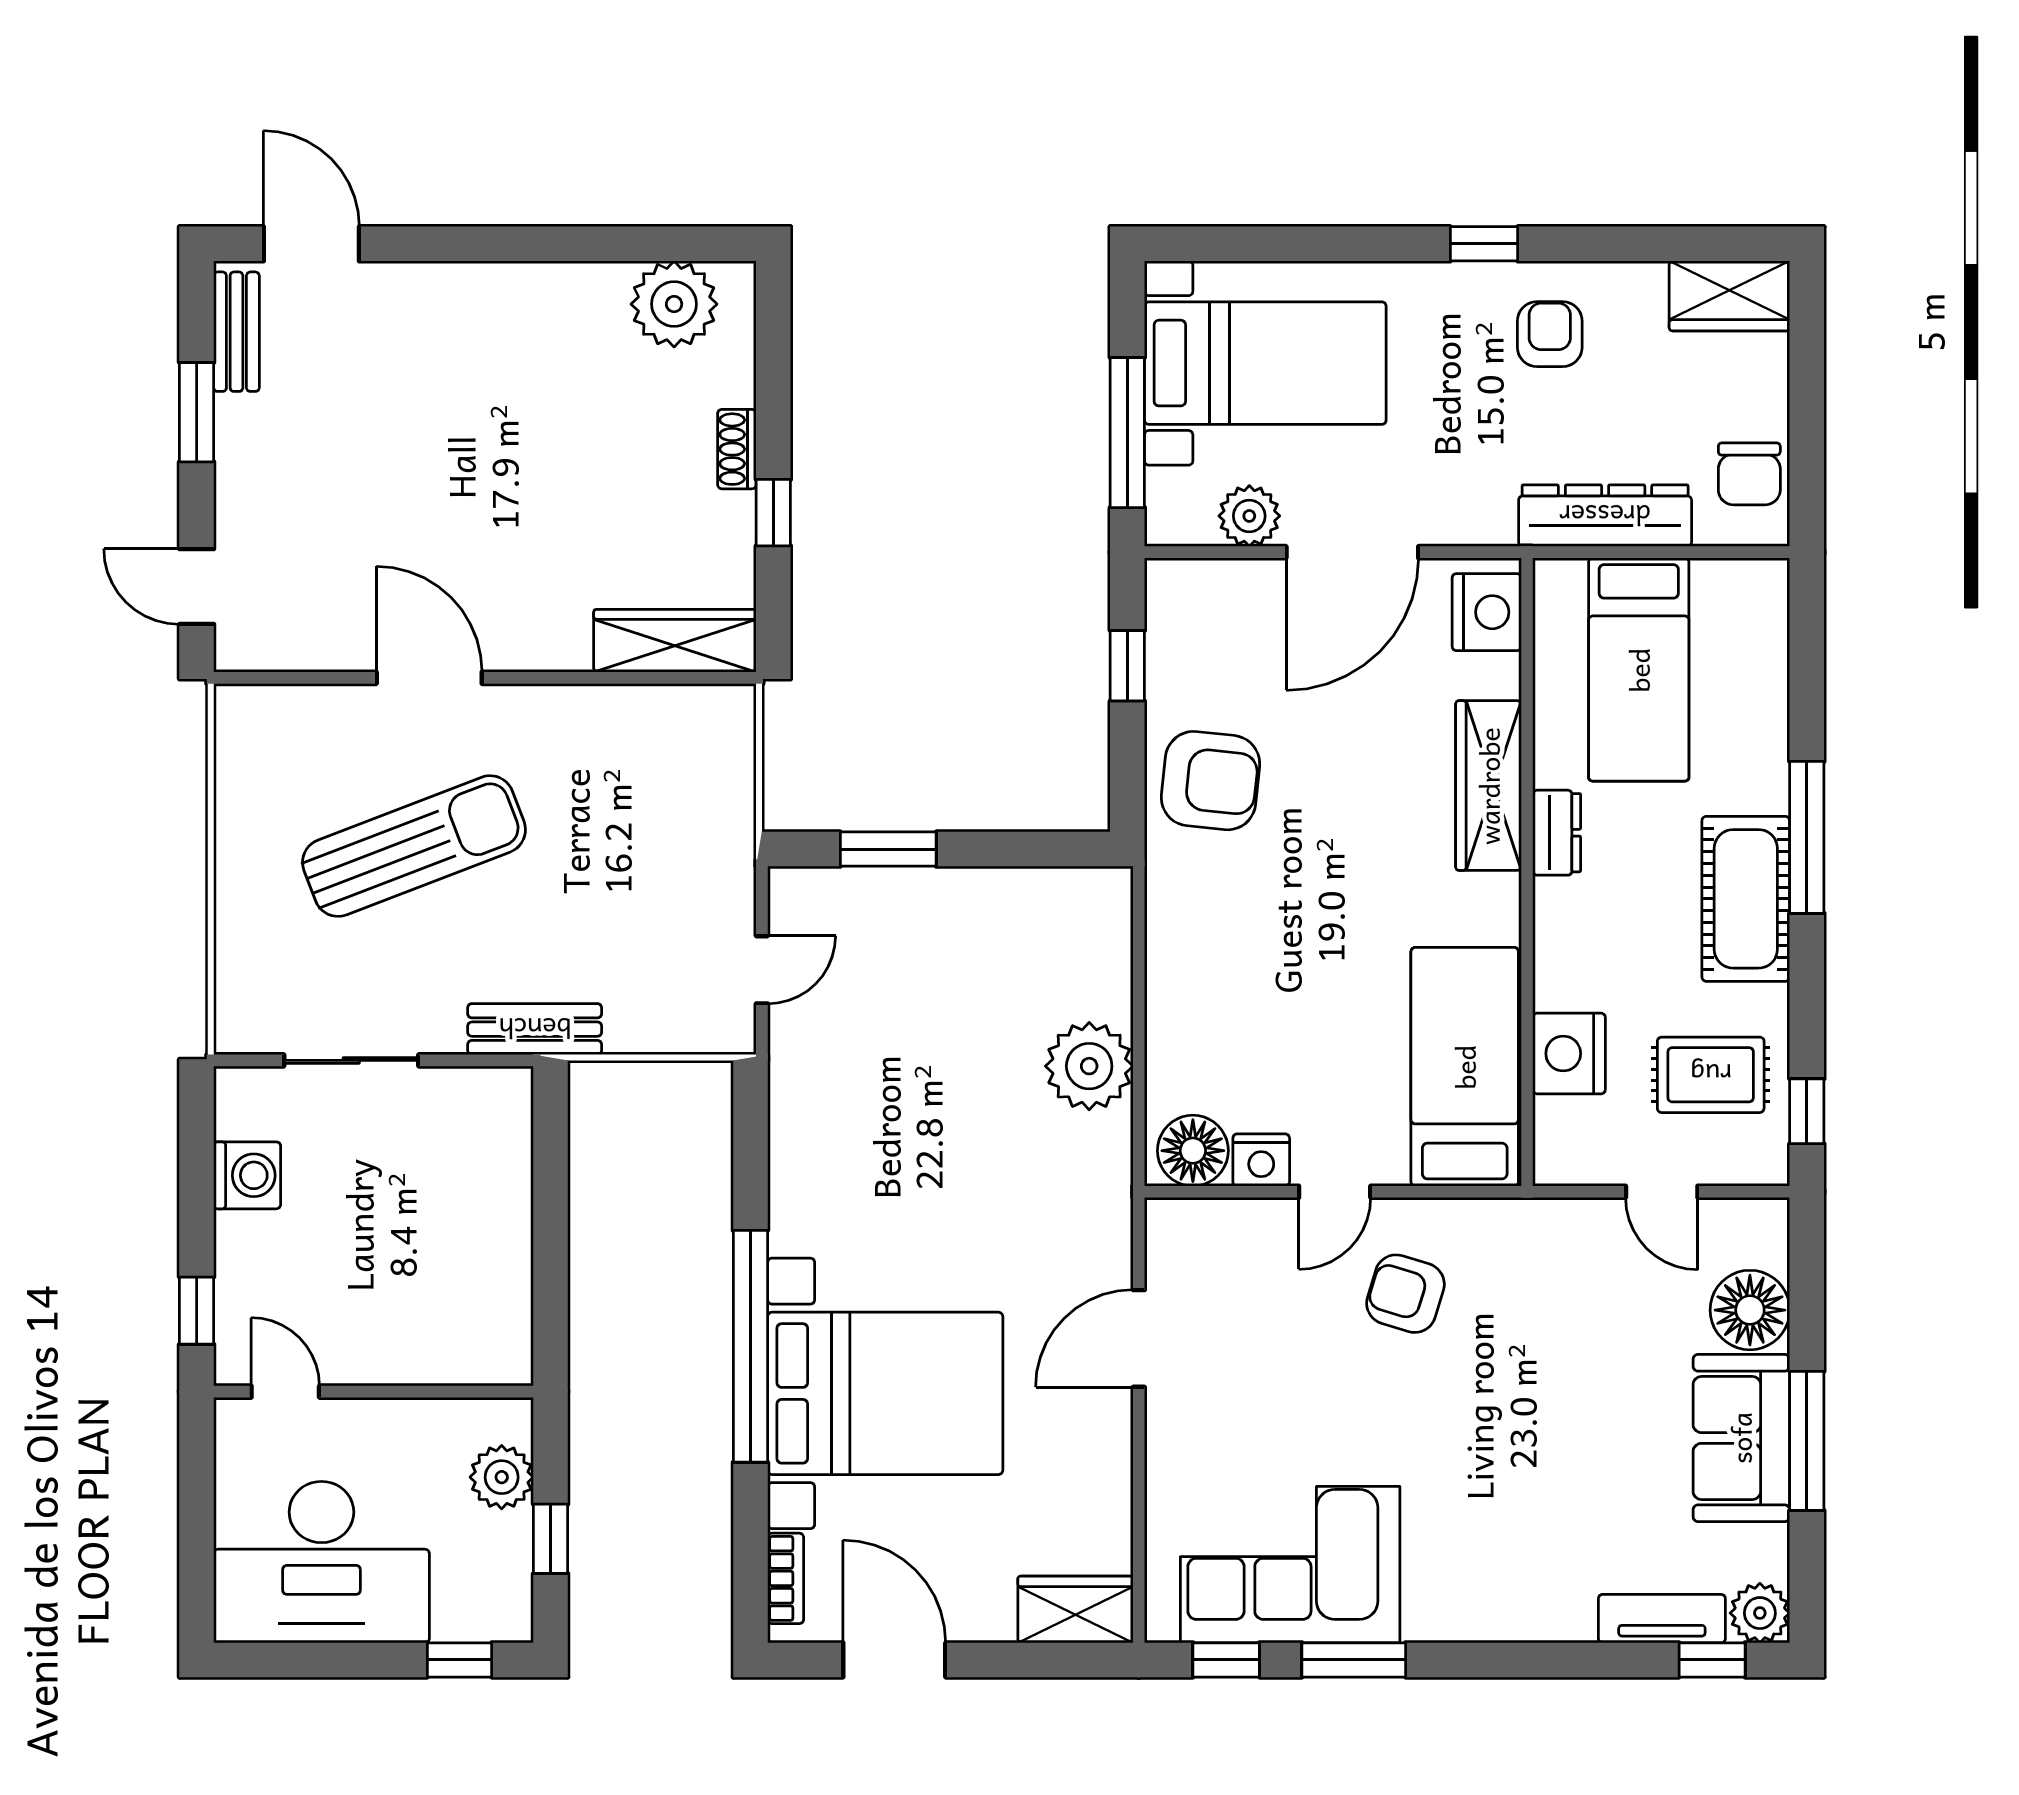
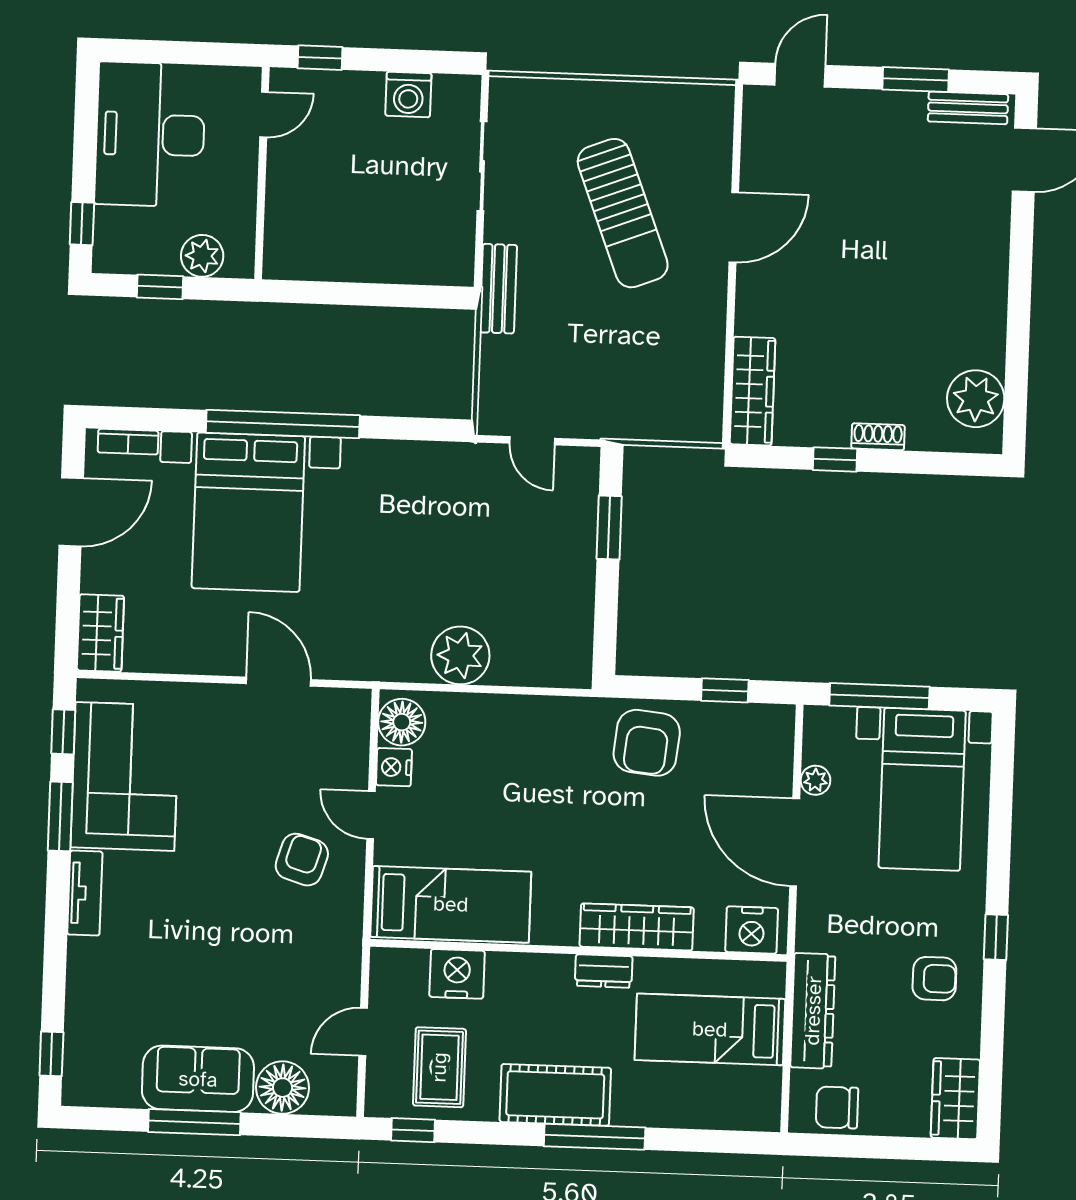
plant: (1249, 516) -> (815, 780), width x0.73, depth x0.73
plant: (1760, 1613) -> (81, 1087), removed
tv unit: (1662, 1619) -> (85, 893), moved

